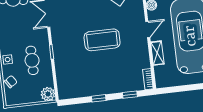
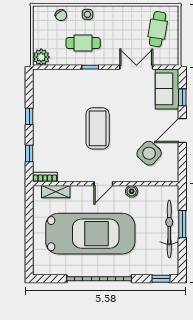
door: (148, 29) -> (103, 184), hinge flipped
shelving: (157, 53) -> (56, 192), moved

